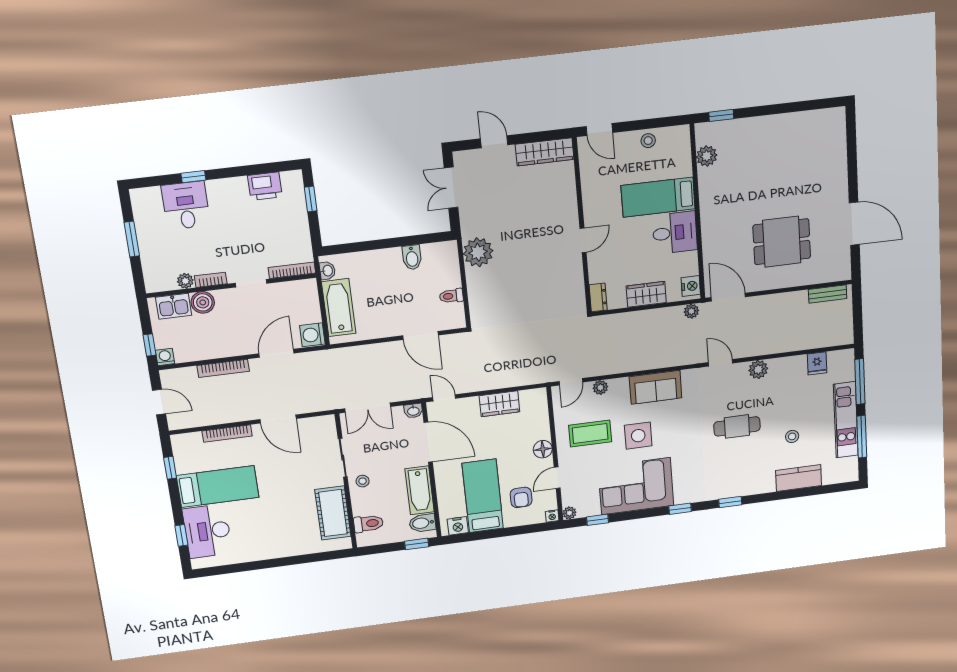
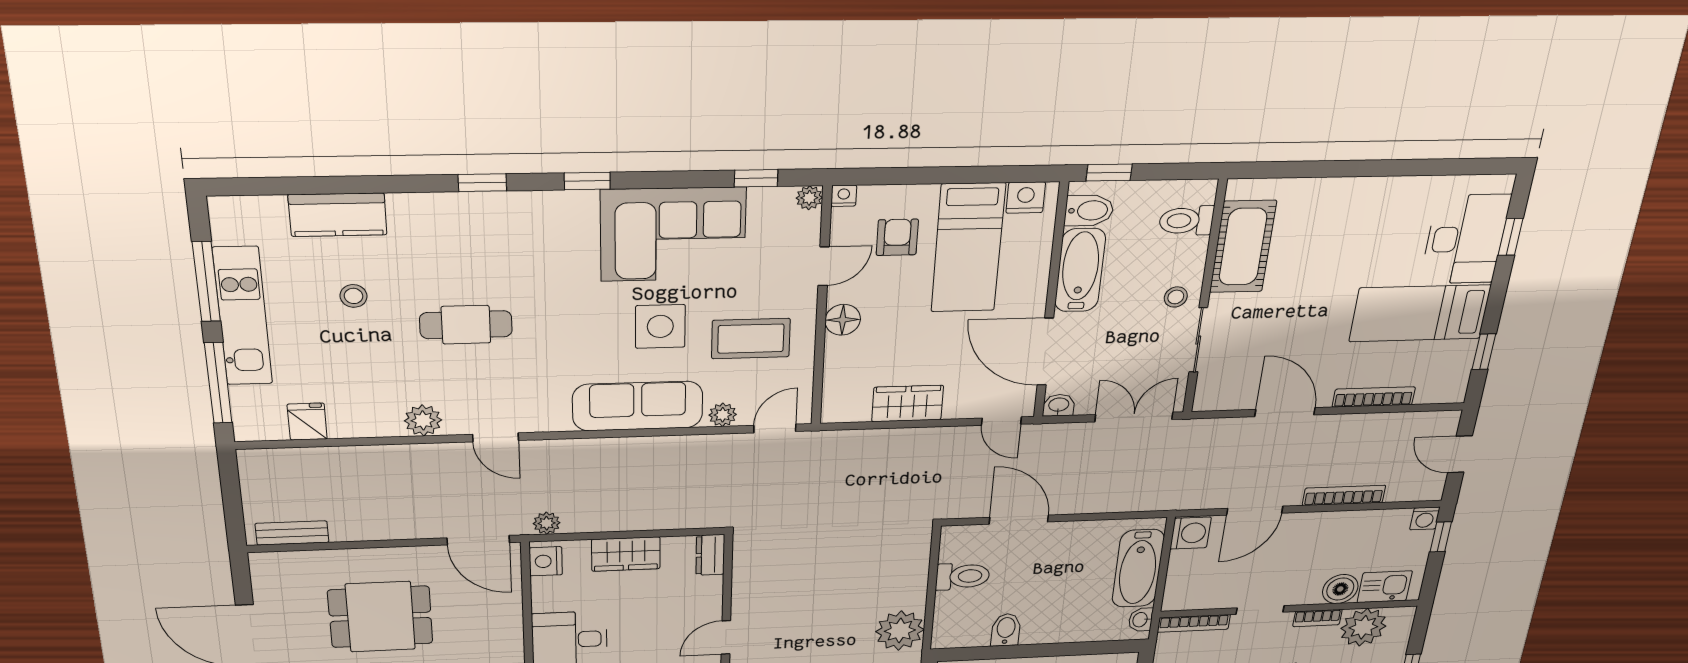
plant: (185, 281) -> (1363, 627), width x1.88, depth x1.88
toilet: (451, 296) -> (963, 576), width x1.37, depth x1.39
sofa: (656, 387) -> (638, 406), width x1.36

